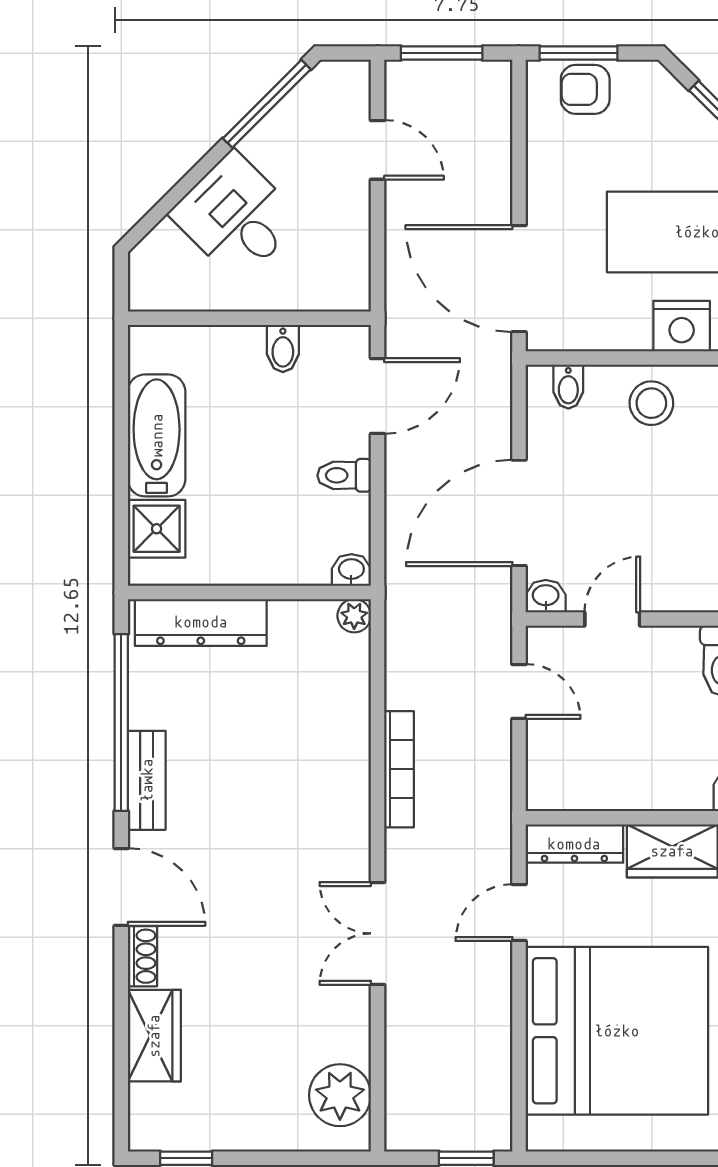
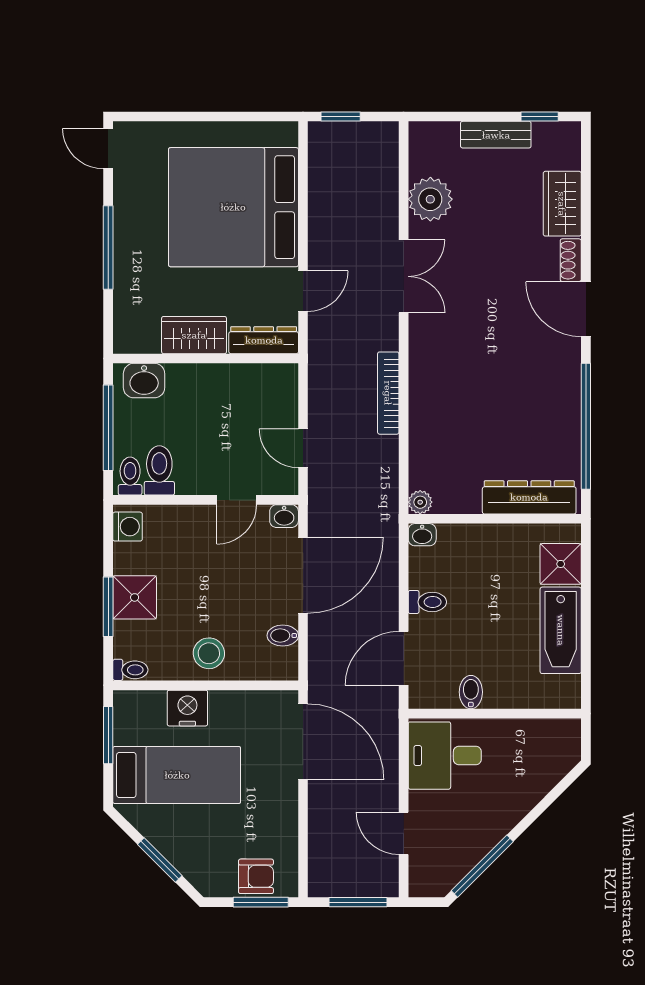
desk: (236, 216) -> (445, 756), moved, turned 135
bidet: (568, 387) -> (283, 636), moved, turned -90
bench: (147, 780) -> (496, 135), moved, turned 90
plant: (340, 1095) -> (430, 199), moved

